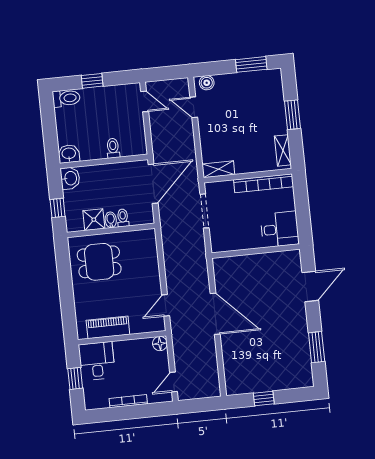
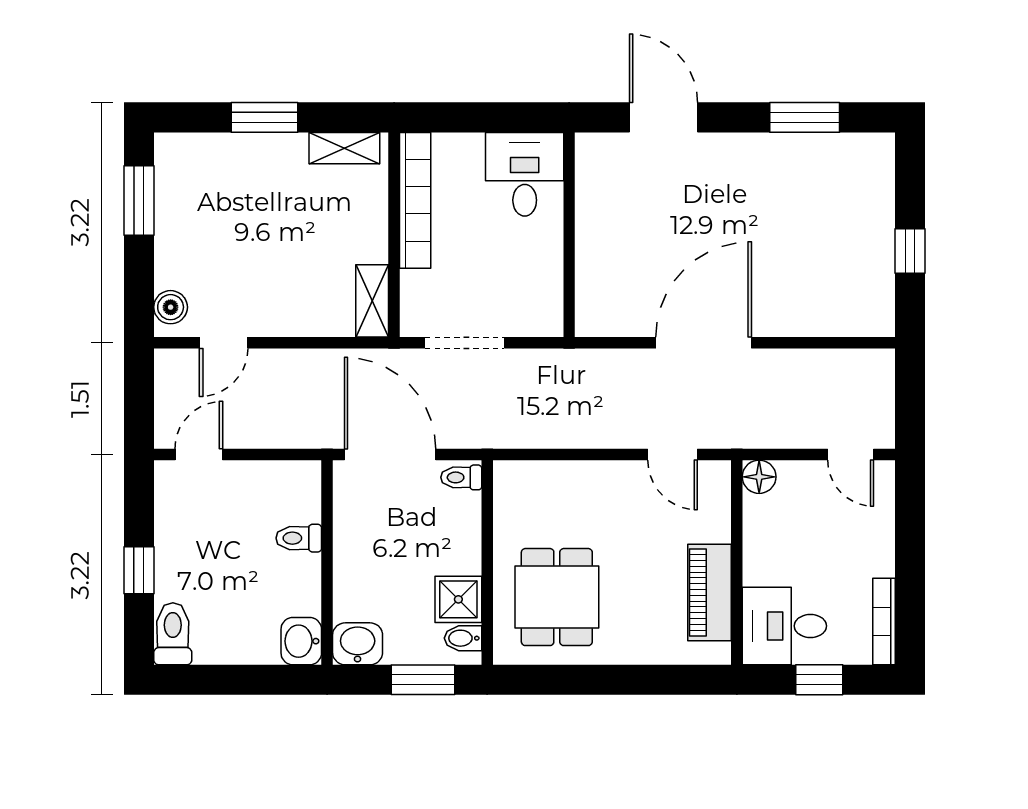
window: (58, 208) -> (423, 680), width x1.50
toilet: (123, 218) -> (461, 477), moved
bidet: (111, 220) -> (463, 638), moved
bookcase: (128, 401) -> (884, 622), moved

